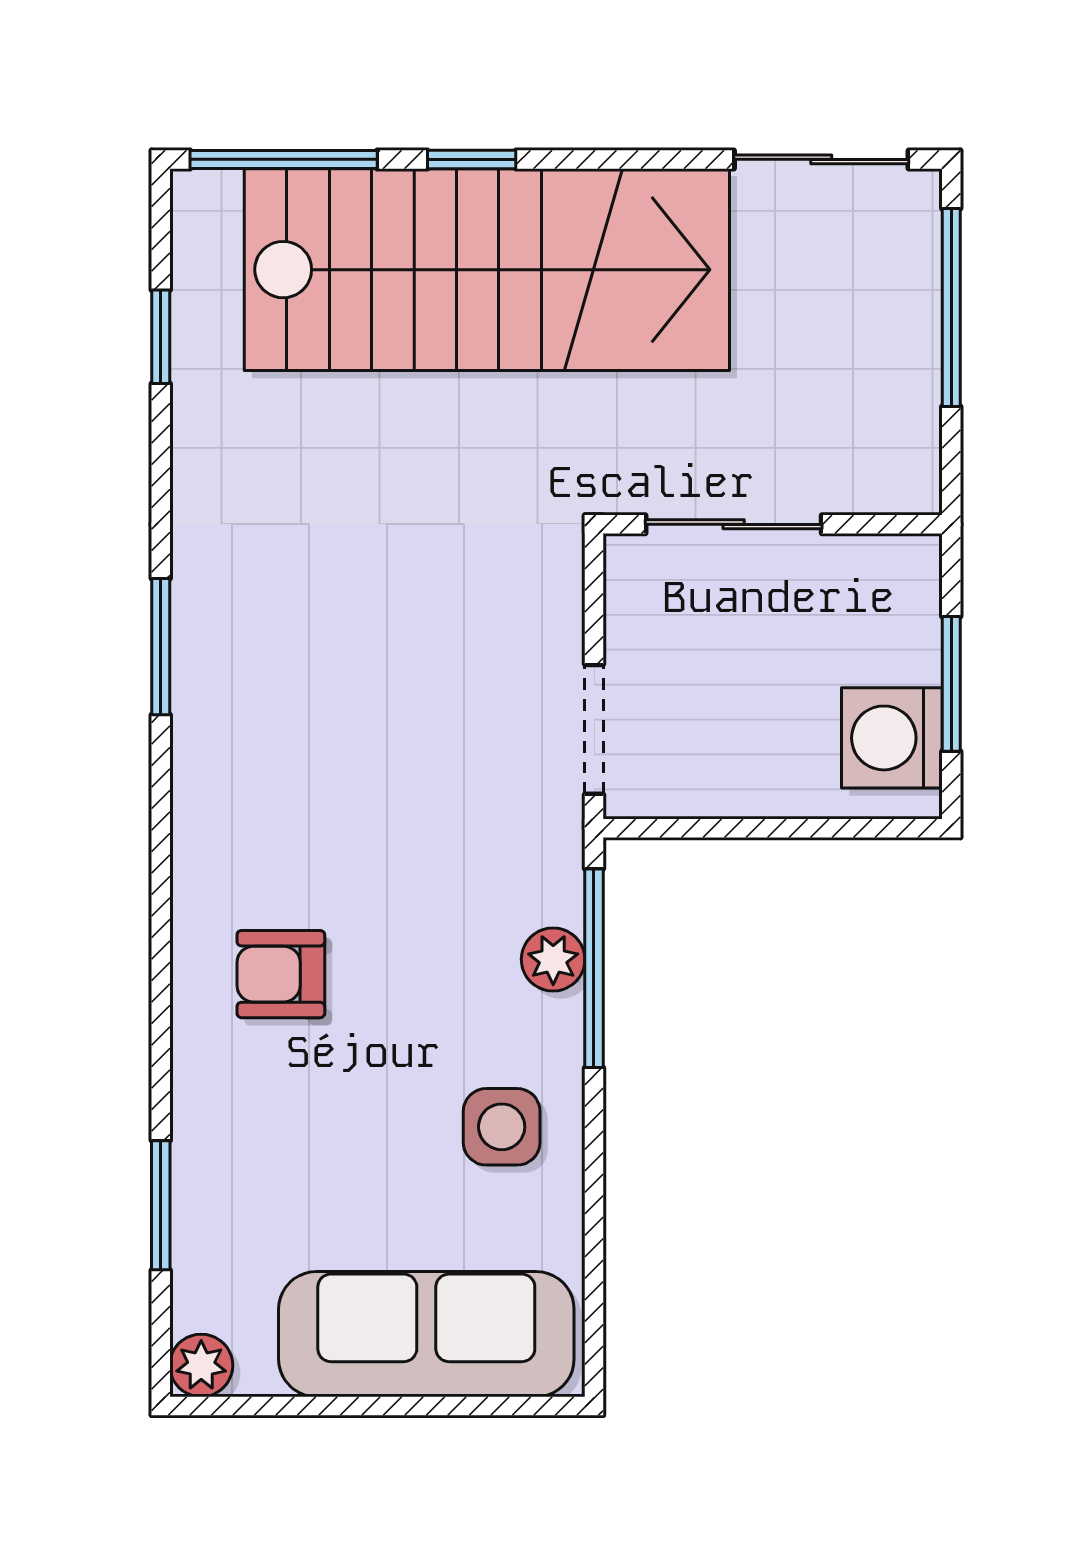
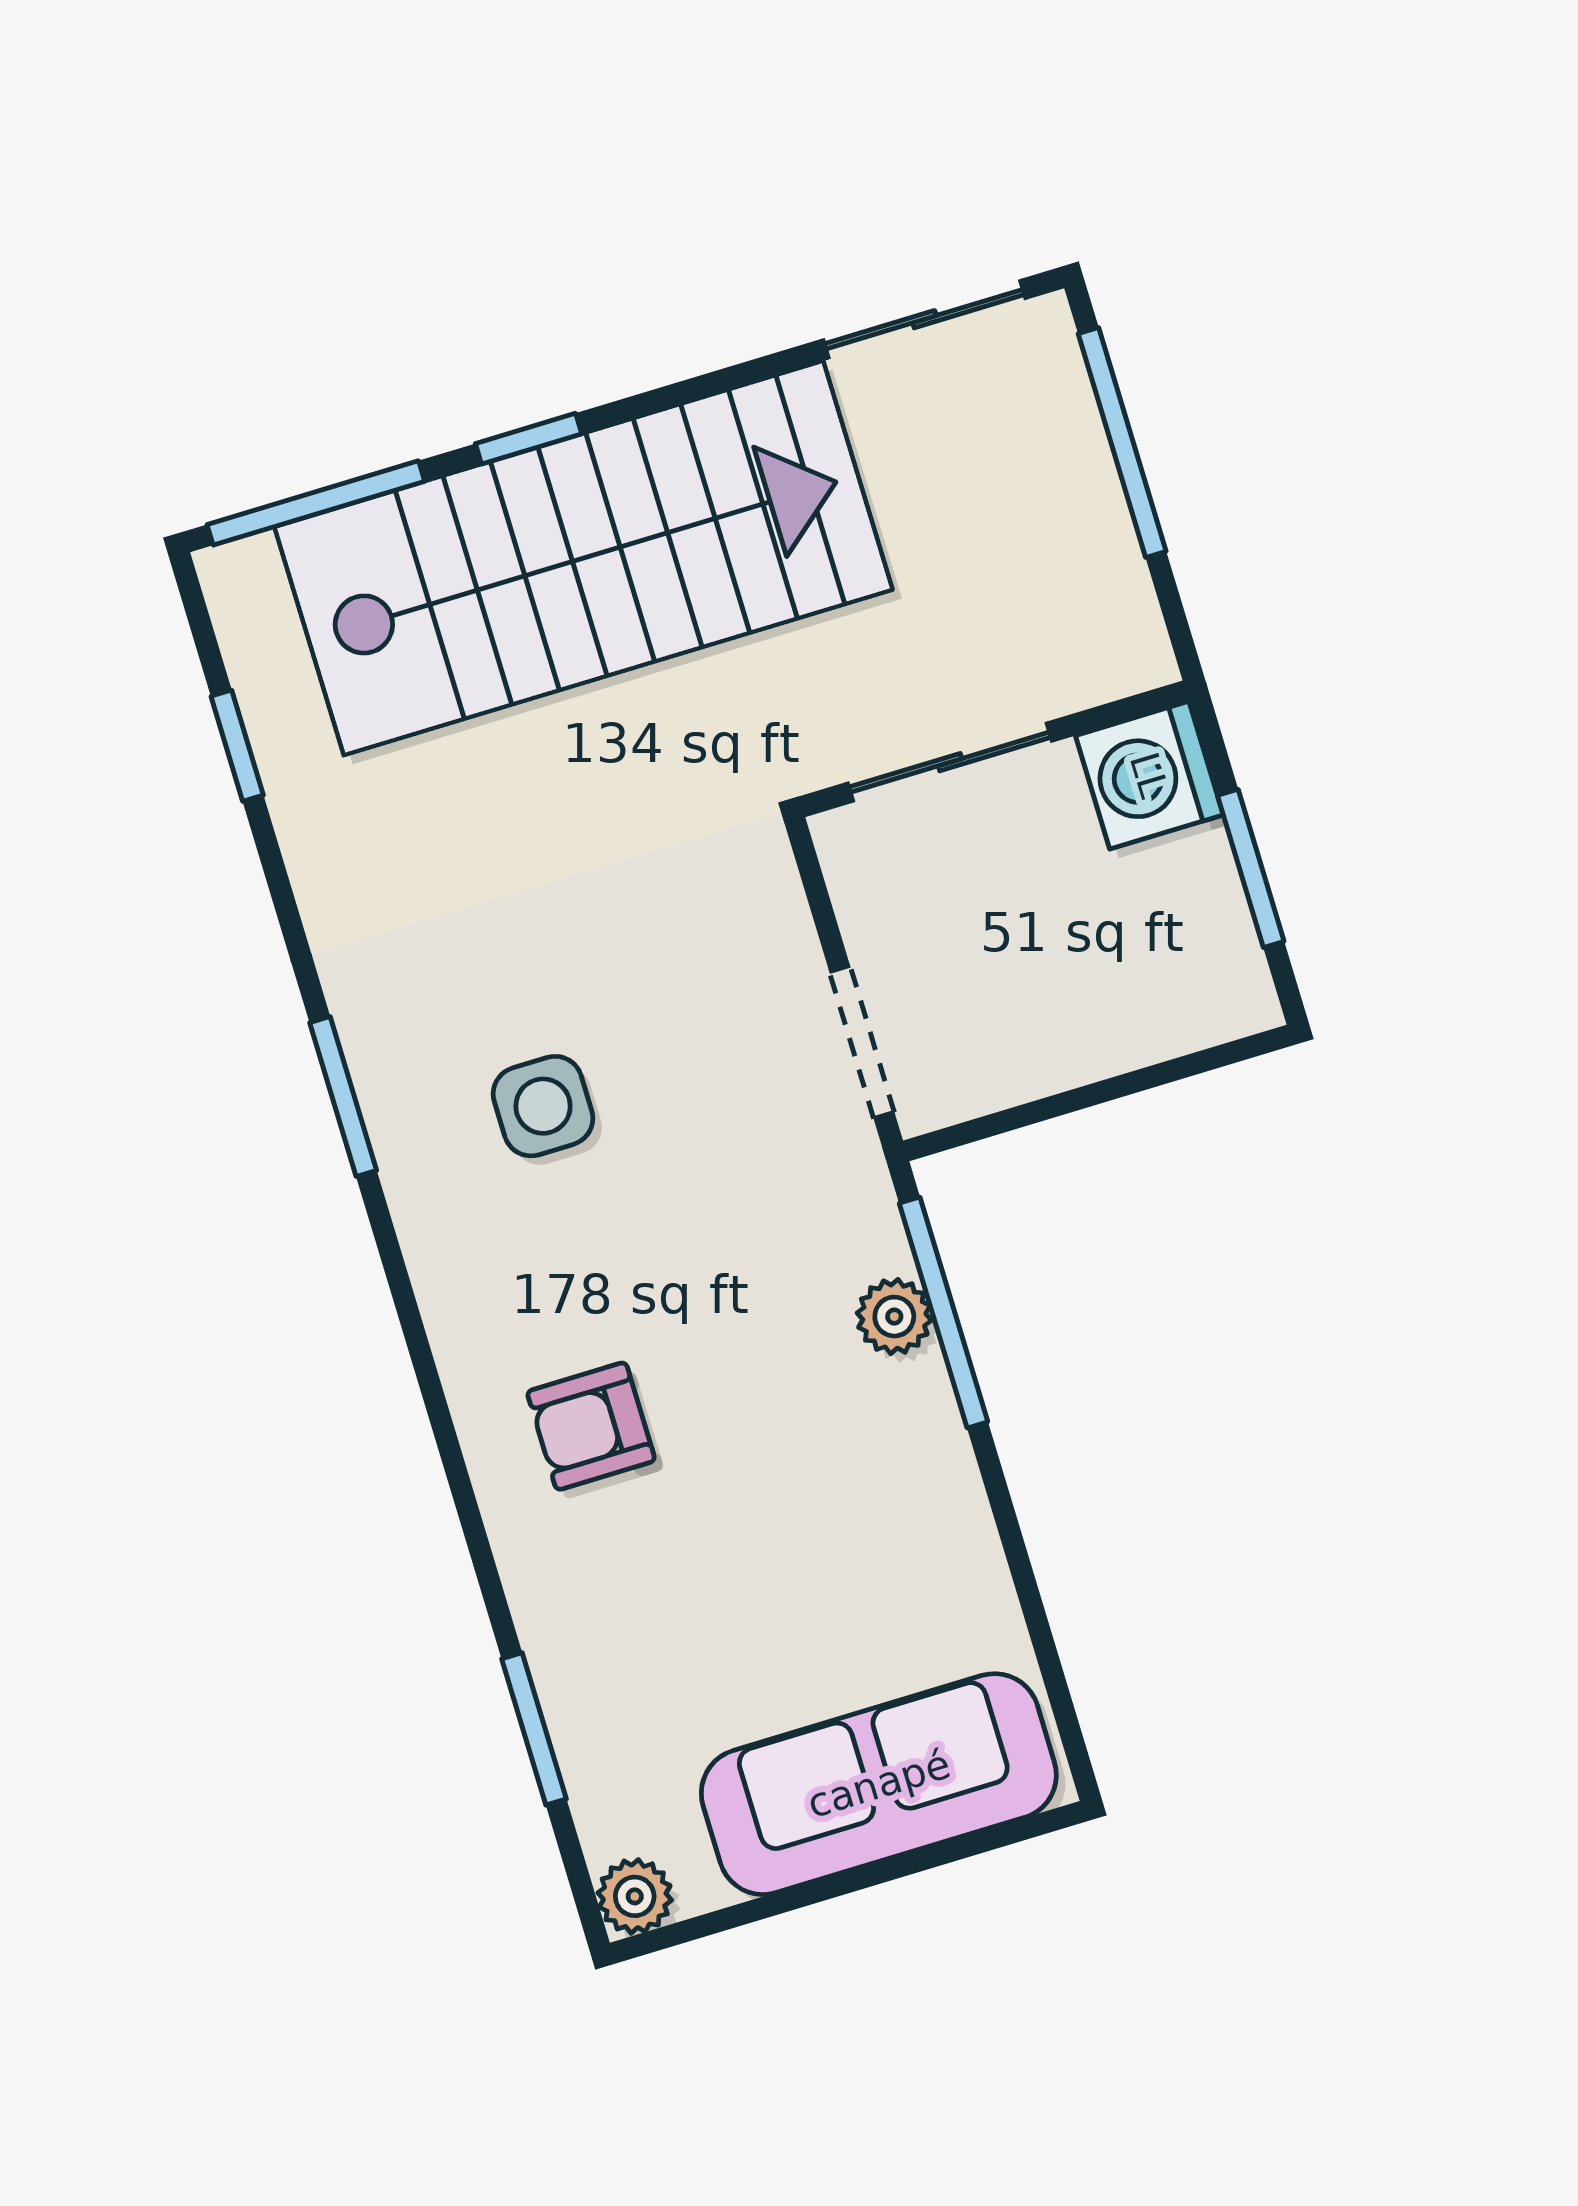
washing machine: (892, 738) -> (1149, 775), moved
side table: (502, 1127) -> (543, 1106), moved

